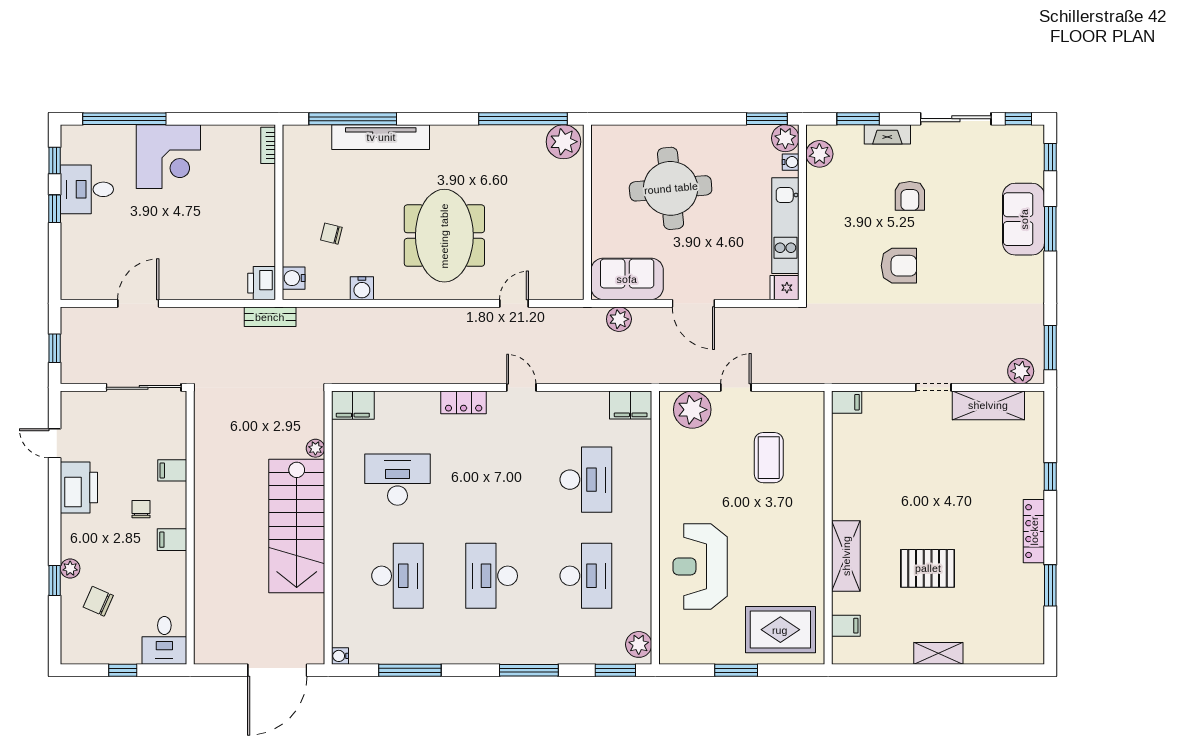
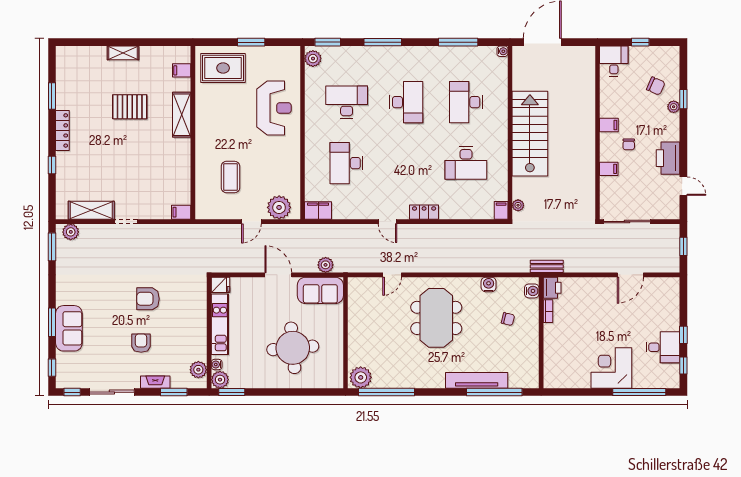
bookcase: (268, 145) -> (548, 311), moved
filing cabinet: (353, 405) -> (501, 210), width x0.50
plant: (315, 448) -> (518, 205), moved
desk: (586, 576) -> (347, 102), turned 90

